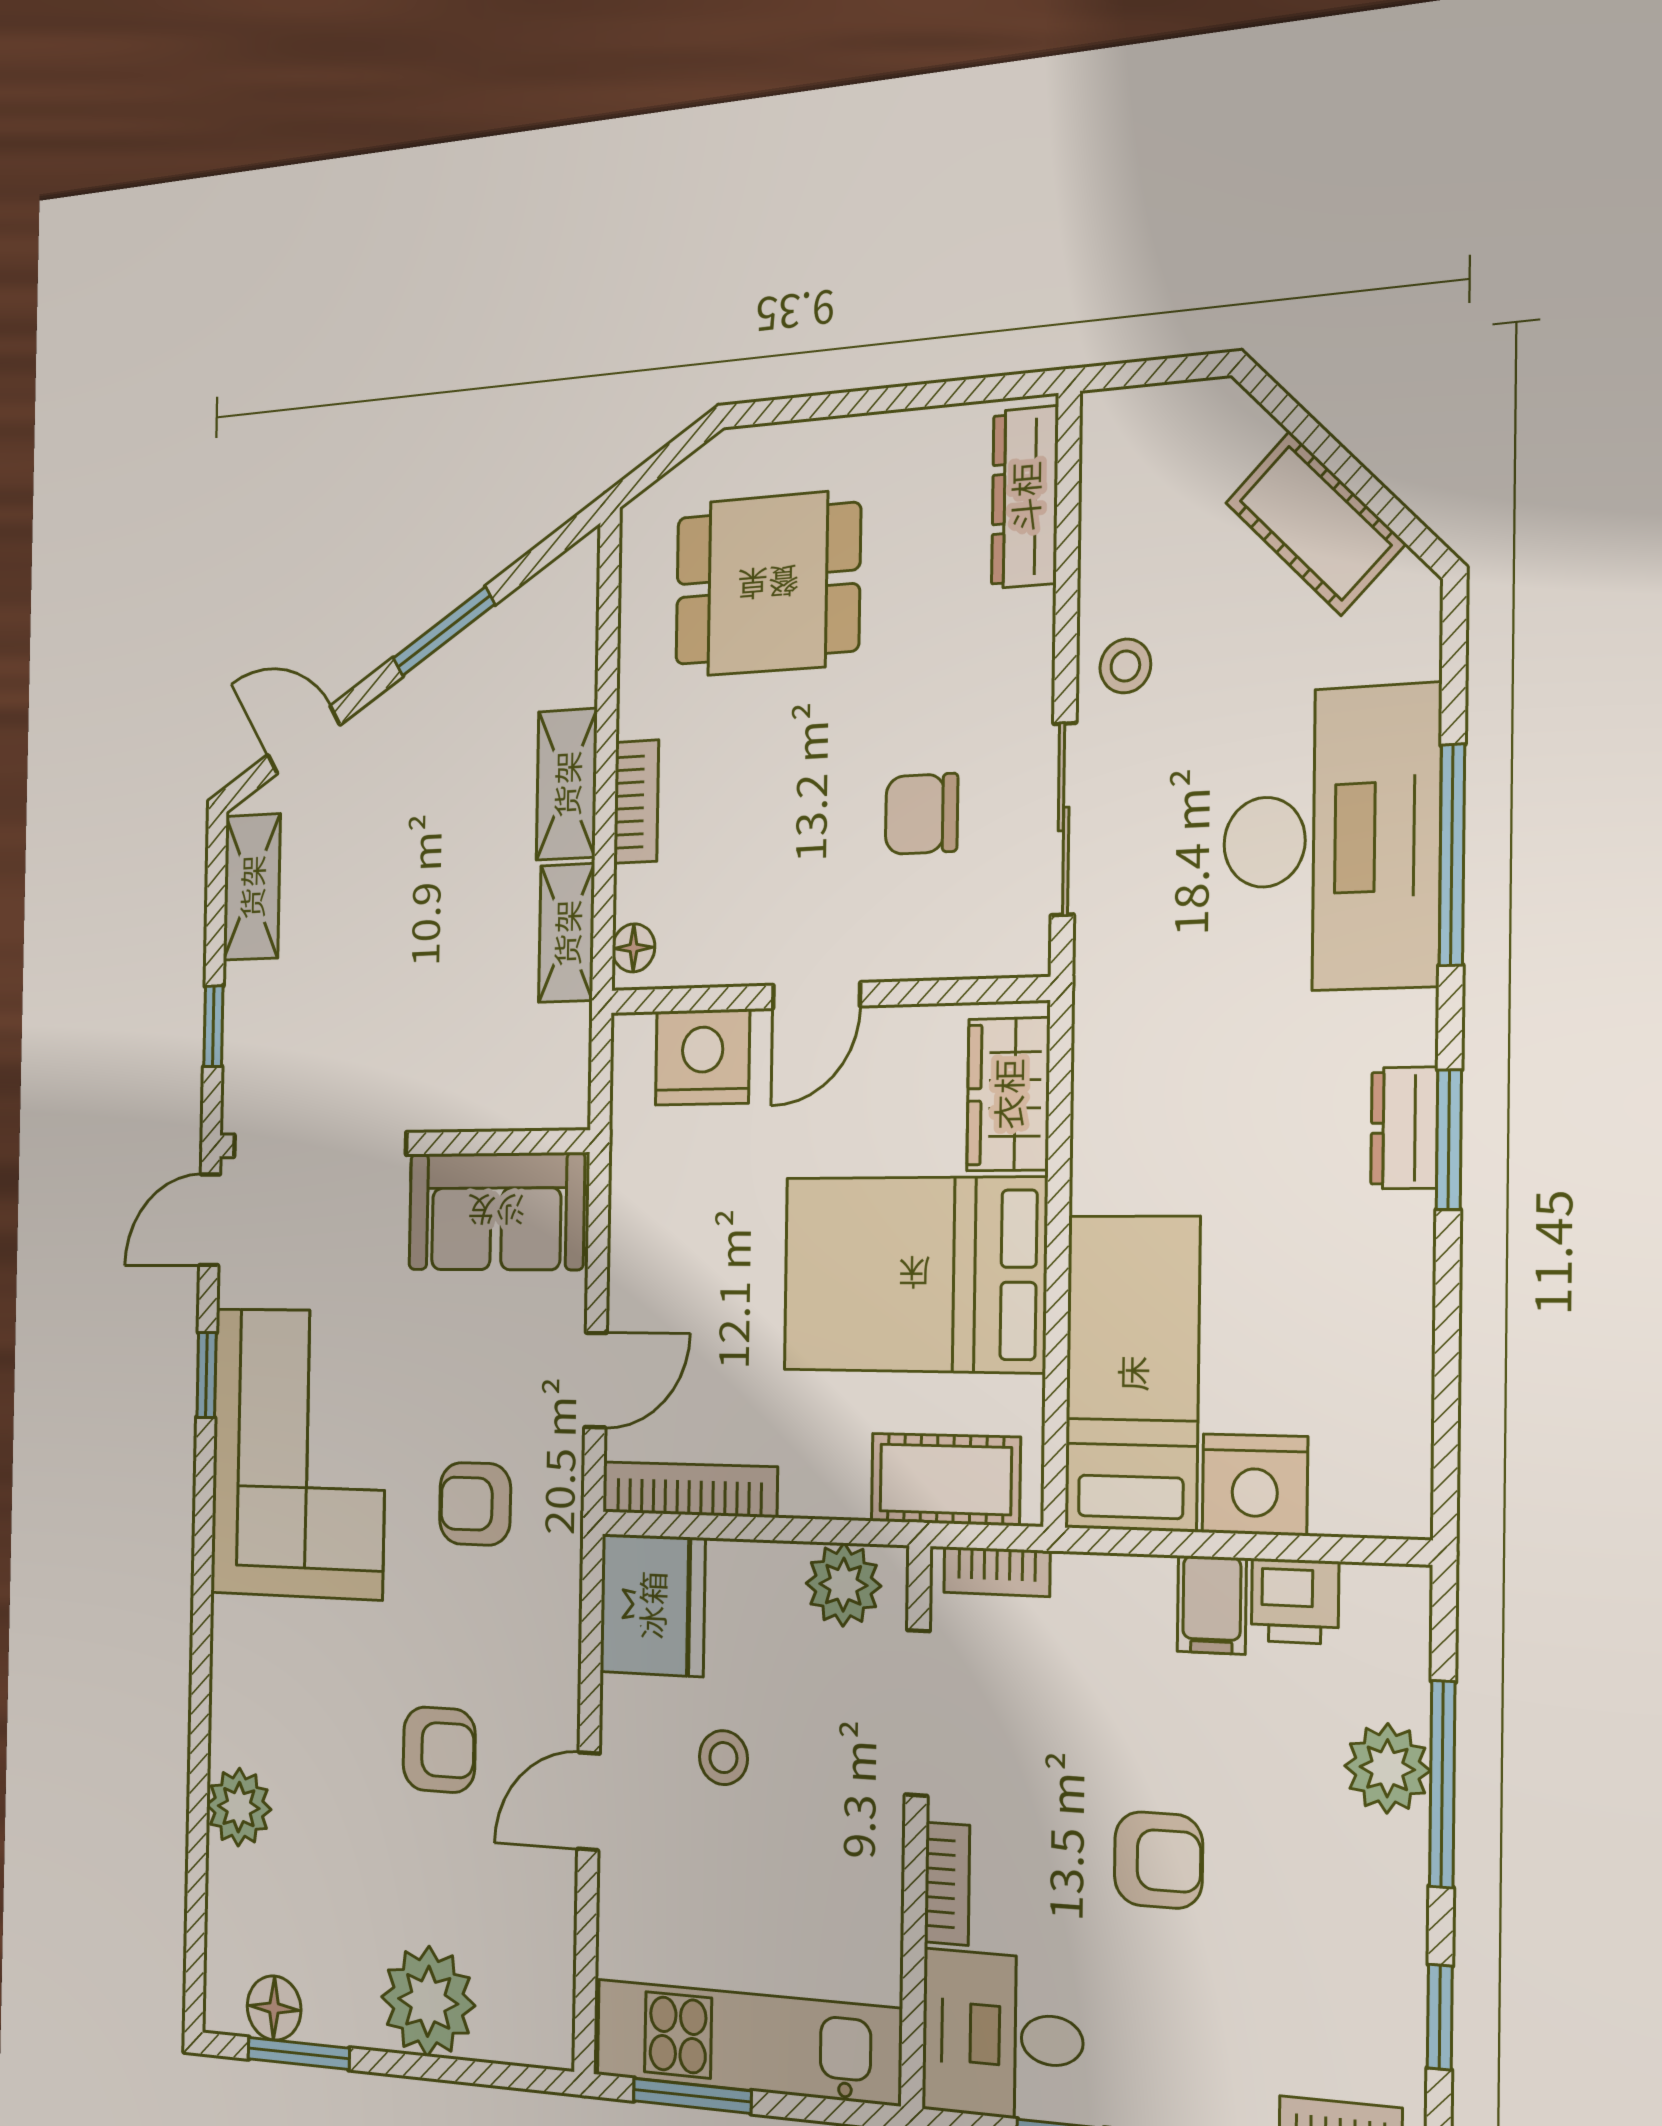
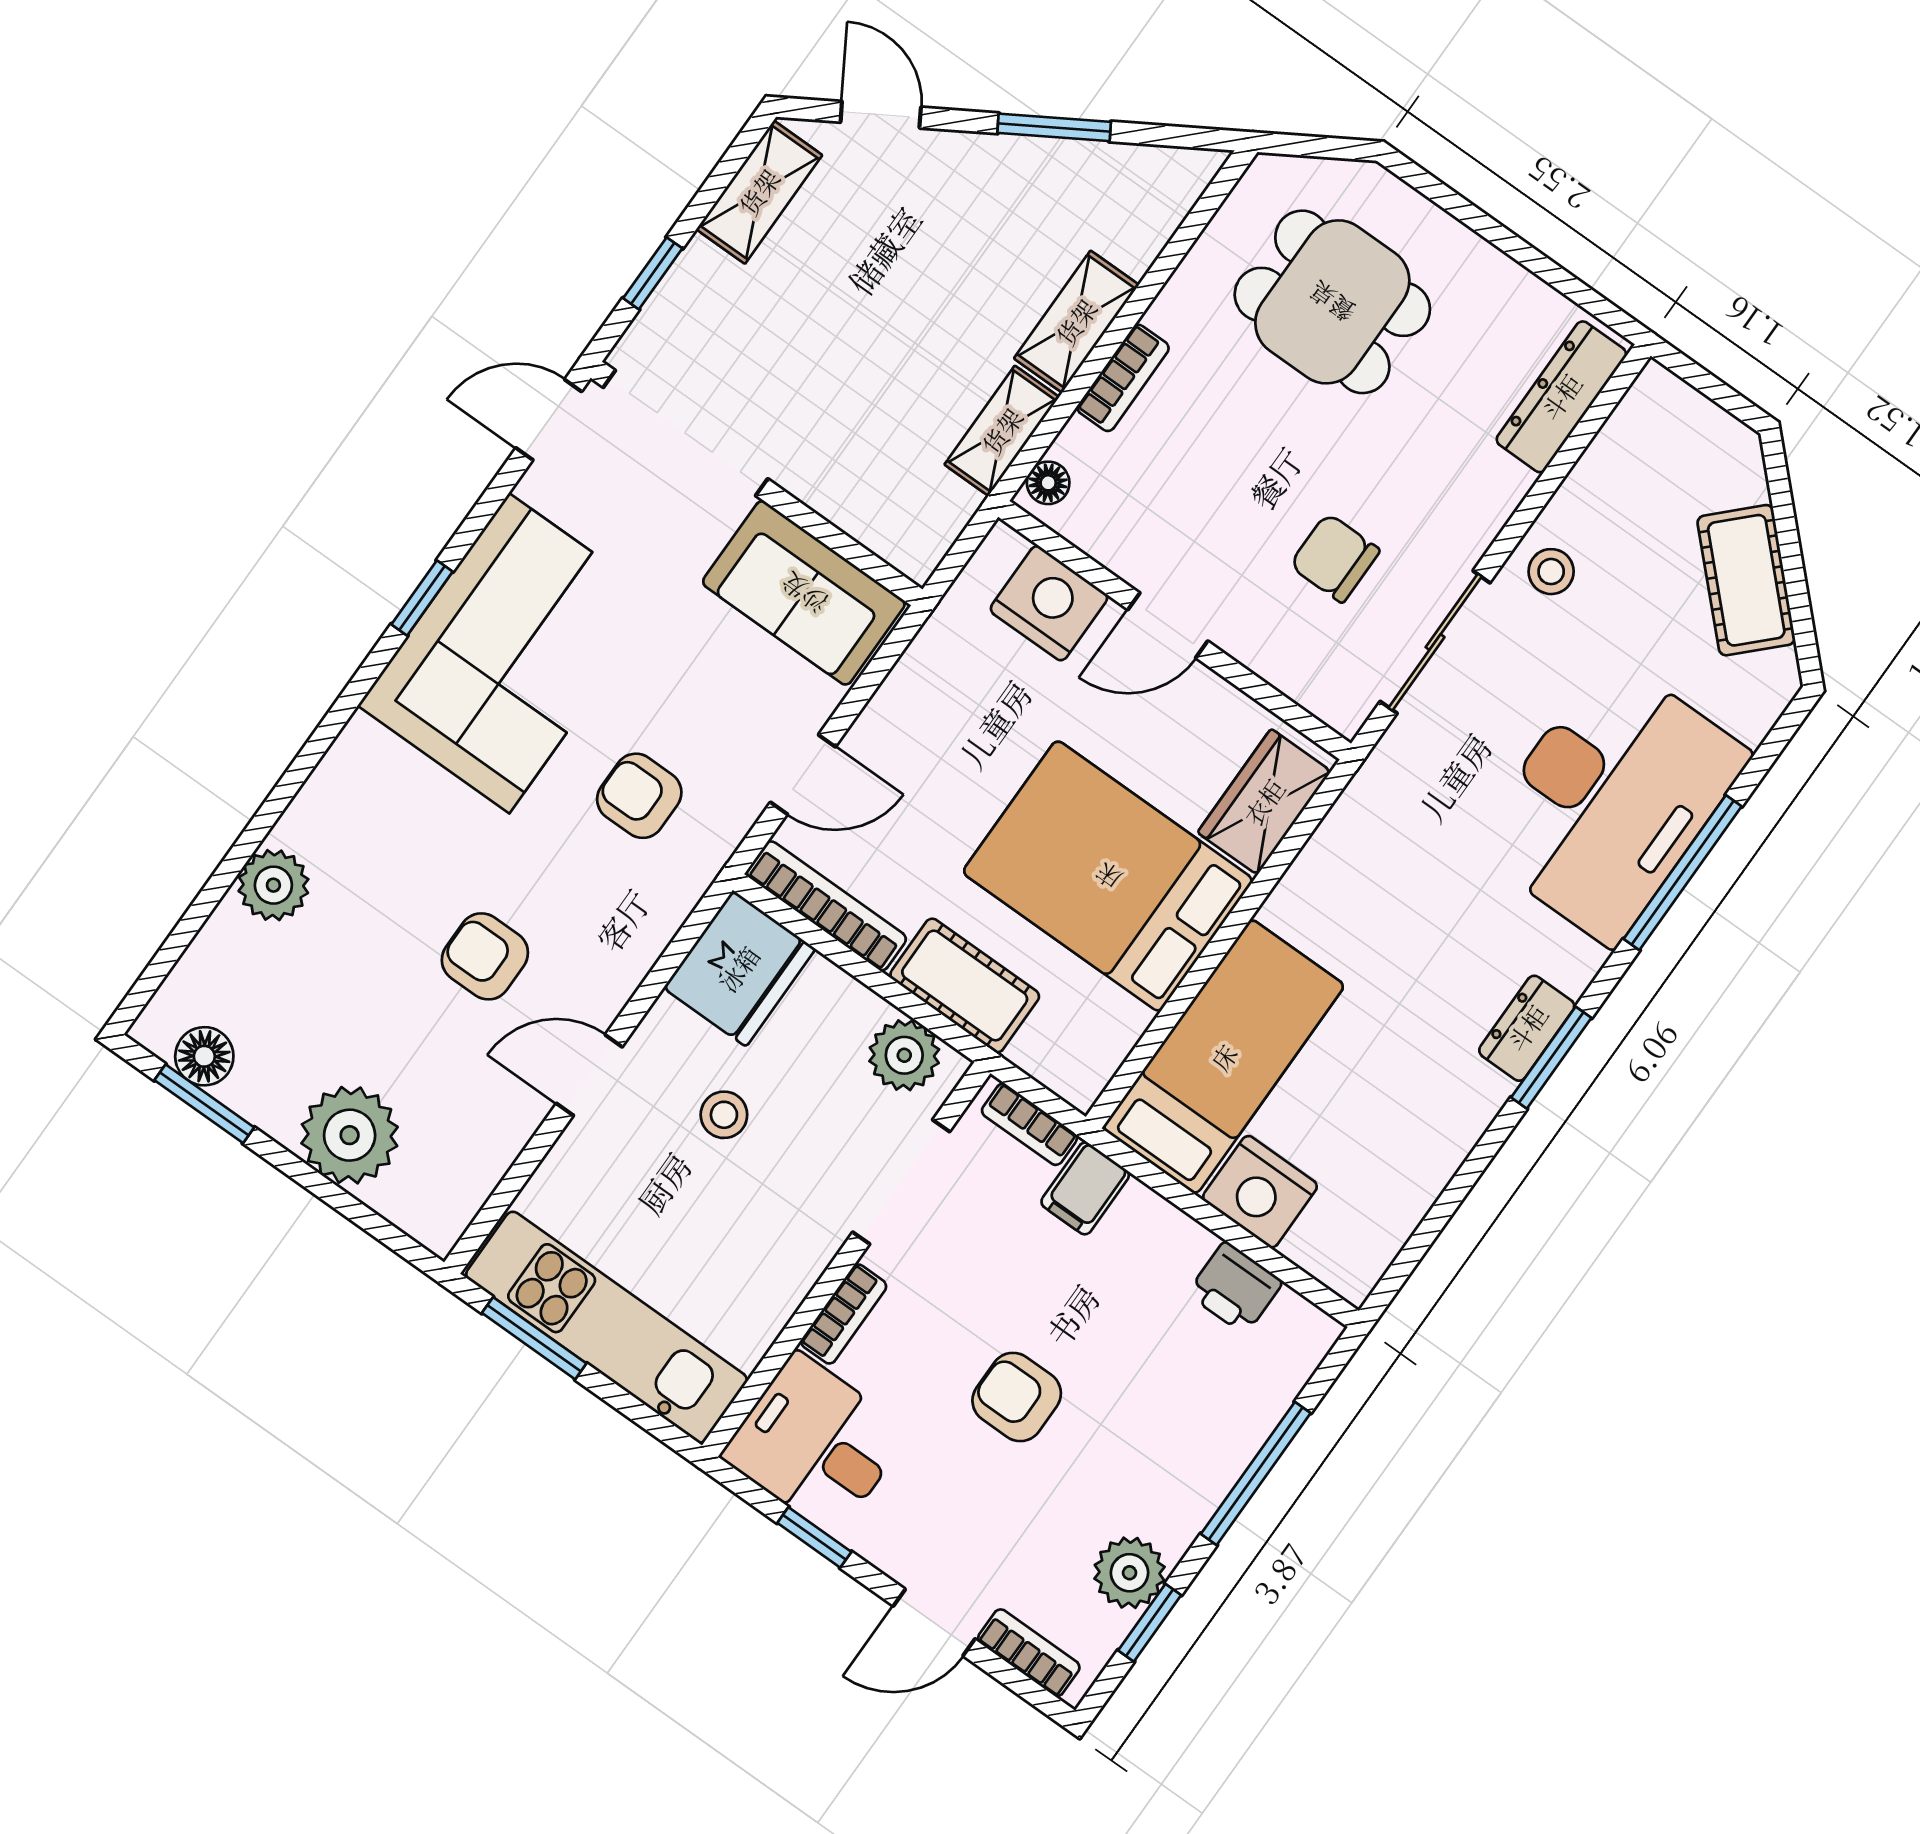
window: (207, 1375) -> (422, 598), moved
cot: (945, 1479) -> (965, 985), moved
filing cabinet: (1212, 1605) -> (1085, 1188), moved
armchair: (439, 1750) -> (485, 956), turned 180
plant: (1387, 1768) -> (1130, 1573), moved
armchair: (1158, 1860) -> (1017, 1397), turned 180

